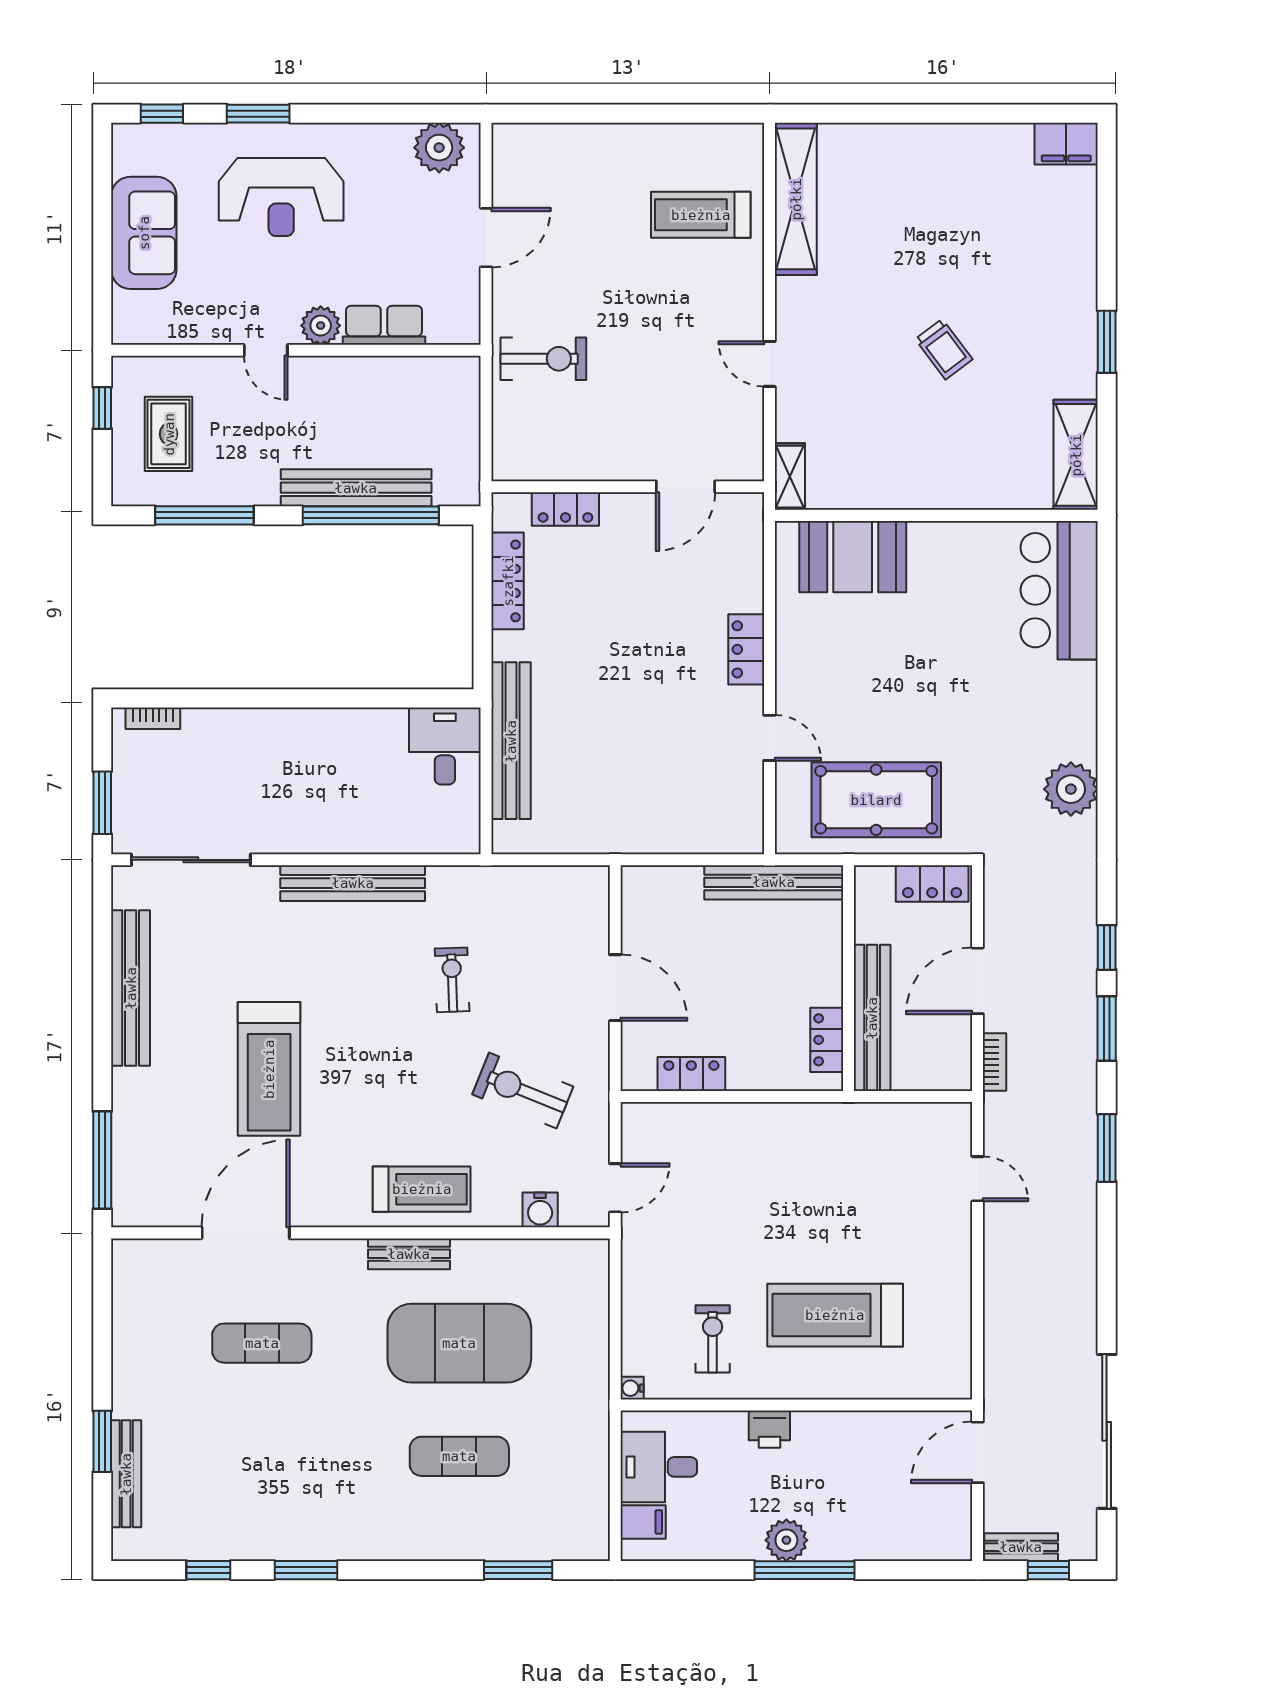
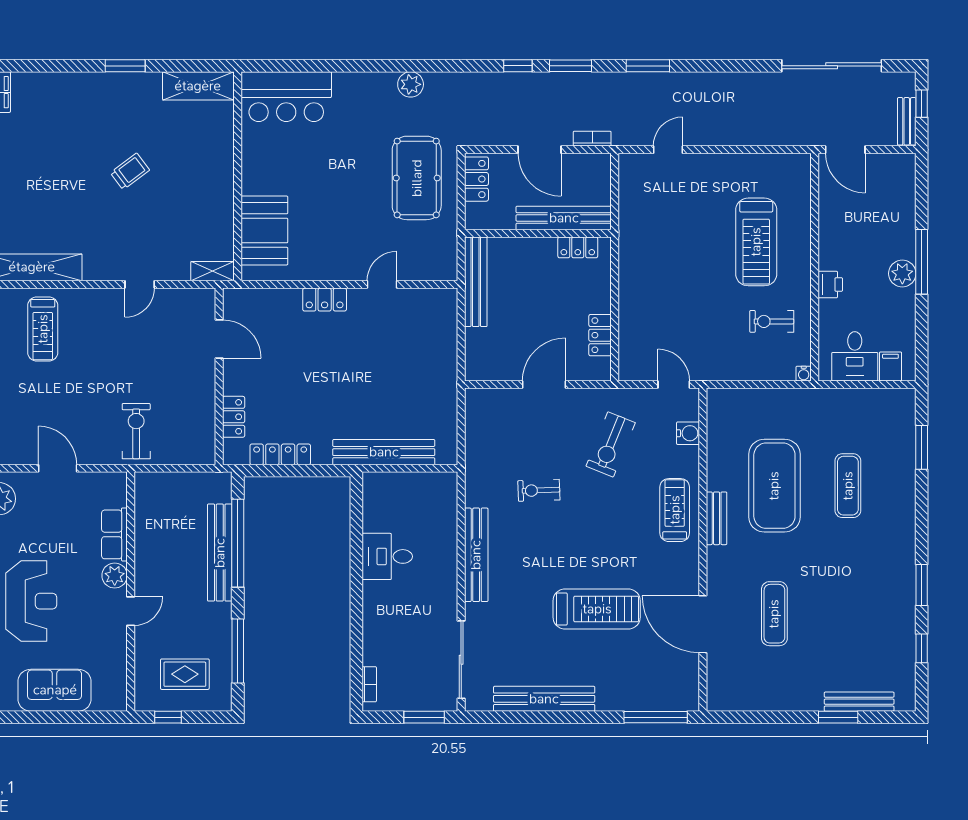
desk: (445, 746) -> (387, 556), moved
plant: (1071, 789) -> (411, 84), width x0.73, depth x0.73
pool table: (876, 800) -> (417, 178), moved

